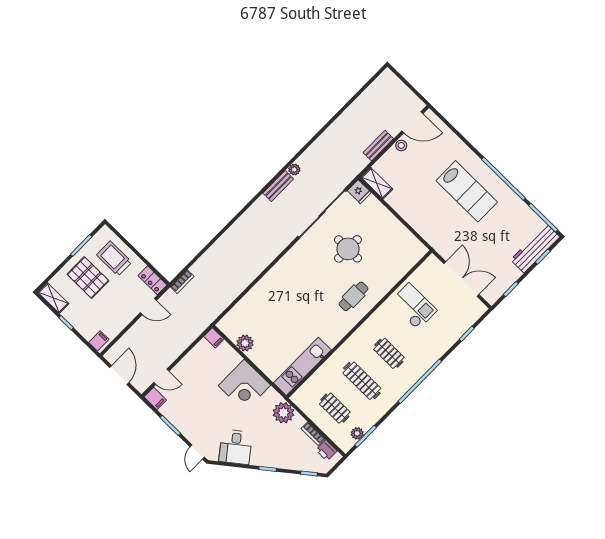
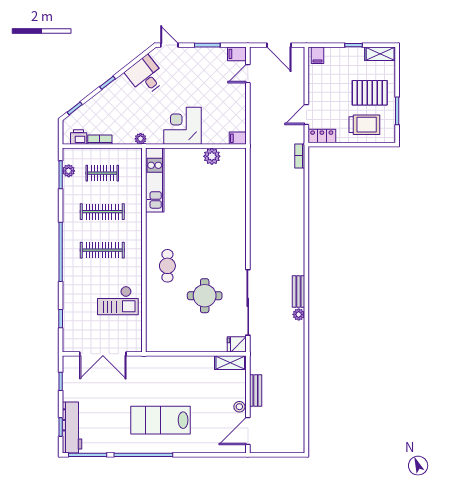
clothes rail: (389, 353) -> (102, 250), width x1.36
plant: (284, 413) -> (141, 139), width x0.53, depth x0.53

